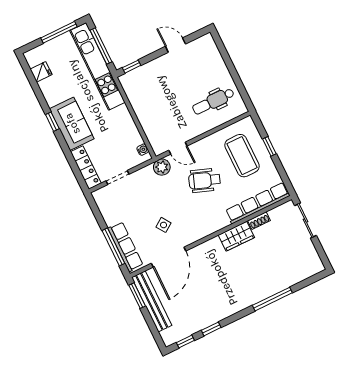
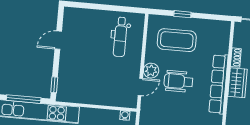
plant: (162, 167) -> (151, 71), moved
wheelchair: (205, 180) -> (178, 81), turned 70
row of seats: (258, 203) -> (218, 84), moved

